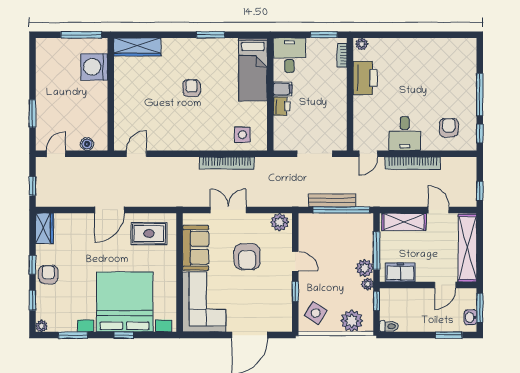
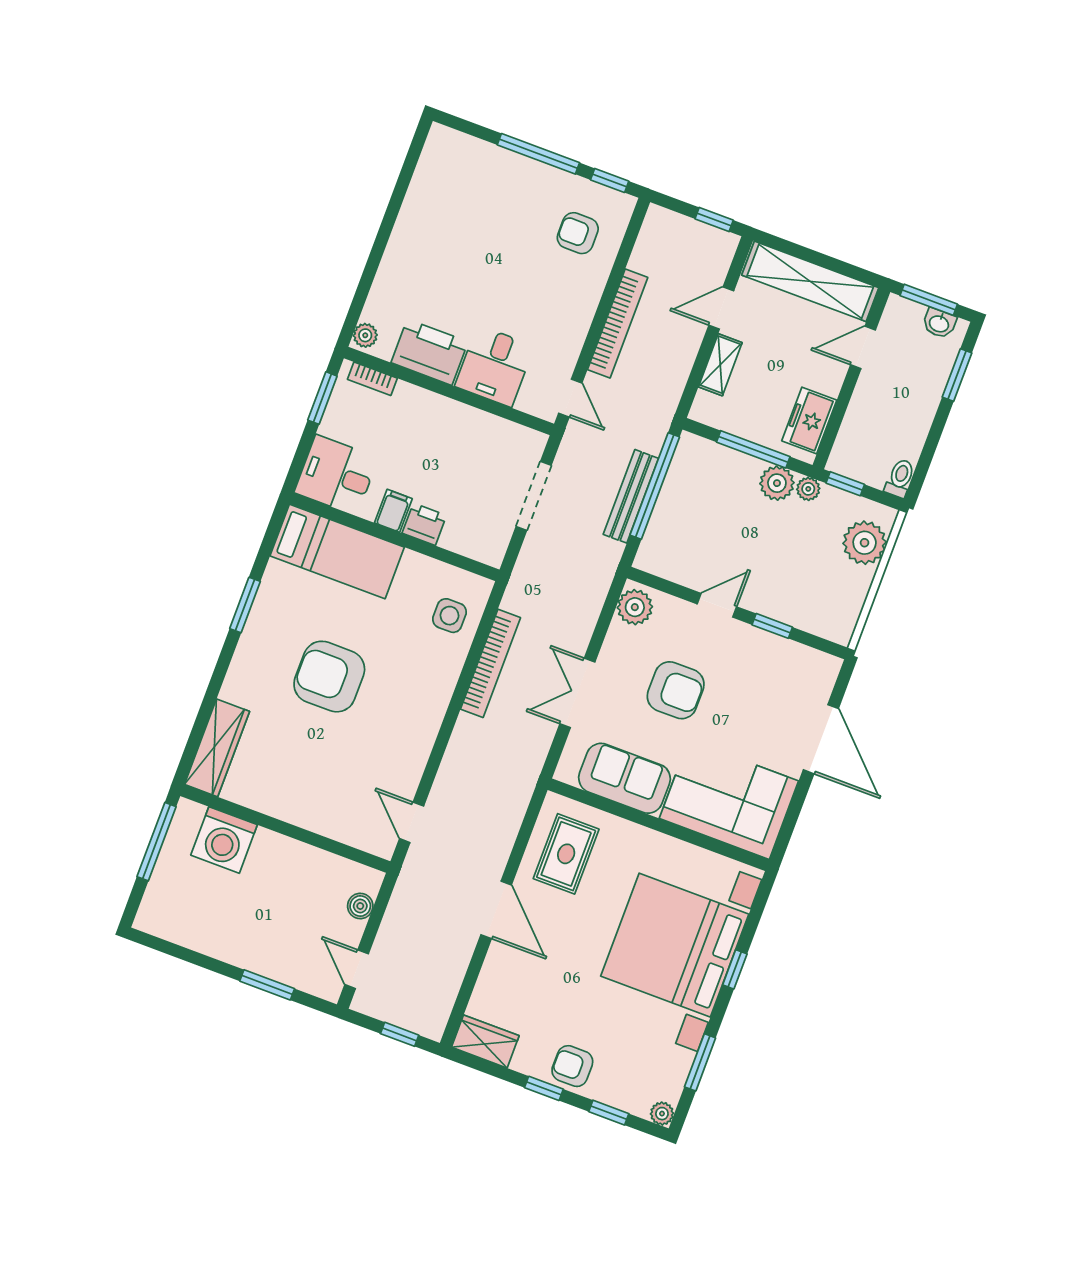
armchair: (192, 88) -> (329, 677), width x1.88, depth x1.88
desk: (405, 134) -> (495, 366), moved, turned 90
shelving: (404, 222) -> (720, 365), width x0.67, depth x0.75
door: (445, 285) -> (863, 347), swing flipped
side table: (316, 313) -> (826, 603), removed

